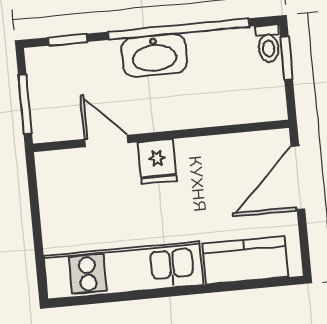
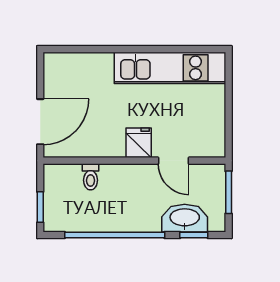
toilet: (268, 44) -> (91, 177), moved, turned 180
washbasin: (154, 55) -> (185, 218), moved
kitchen counter: (245, 260) -> (83, 67), removed

